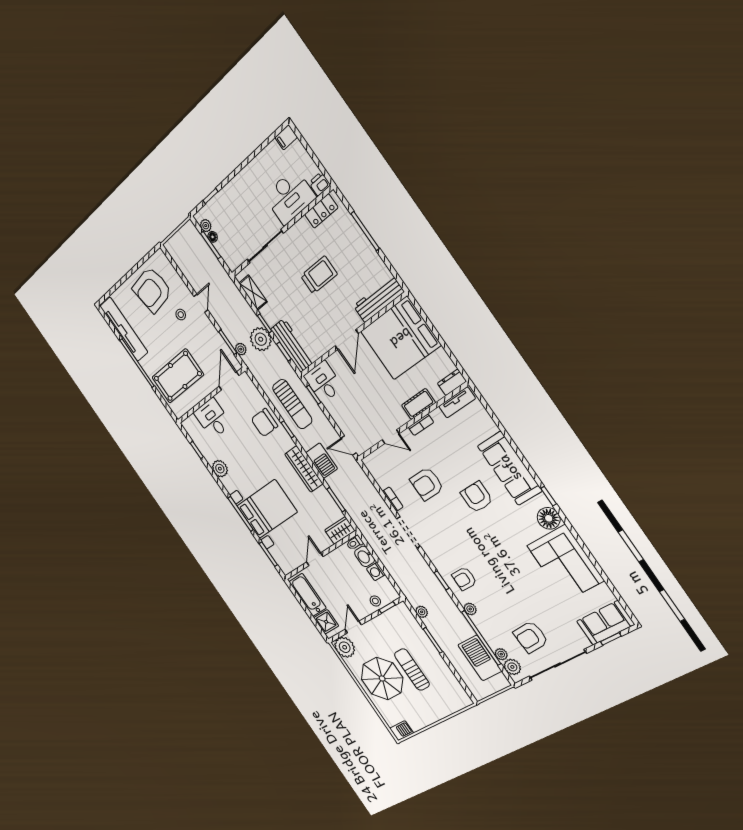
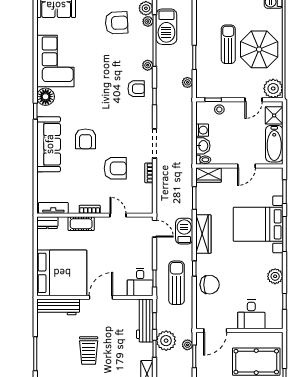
trolley: (319, 275) -> (89, 351), turned -90
sun lounger: (412, 670) -> (228, 44), turned 180

